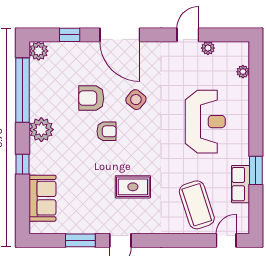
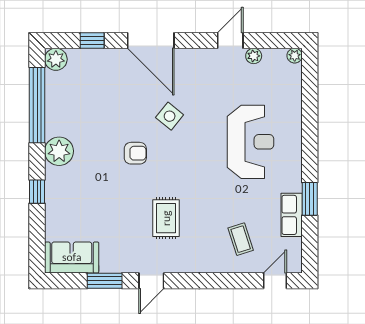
plant: (243, 72) -> (295, 56), moved
armchair: (91, 98) -> (117, 114), removed
rug: (133, 187) -> (166, 218), turned 90
sofa: (42, 198) -> (72, 257), moved, turned -90
coffee table: (197, 205) -> (241, 239), width x0.54, depth x0.58

